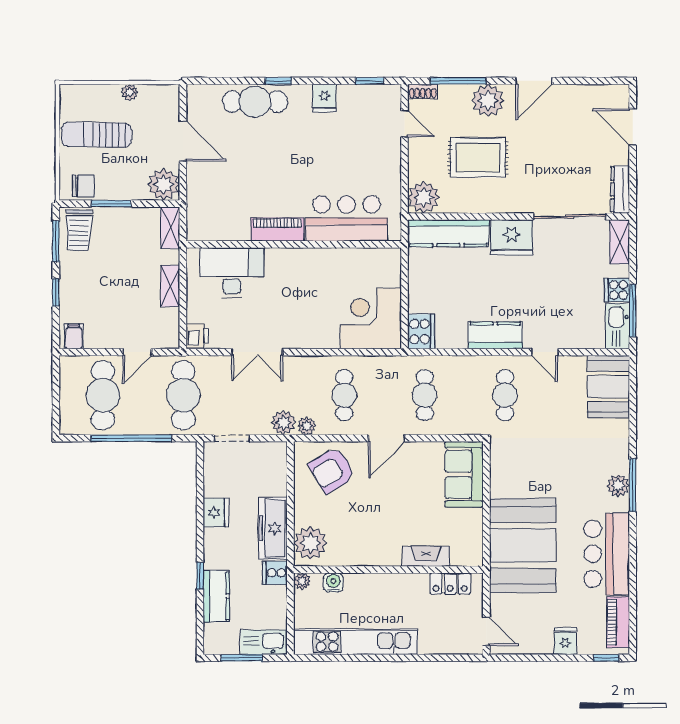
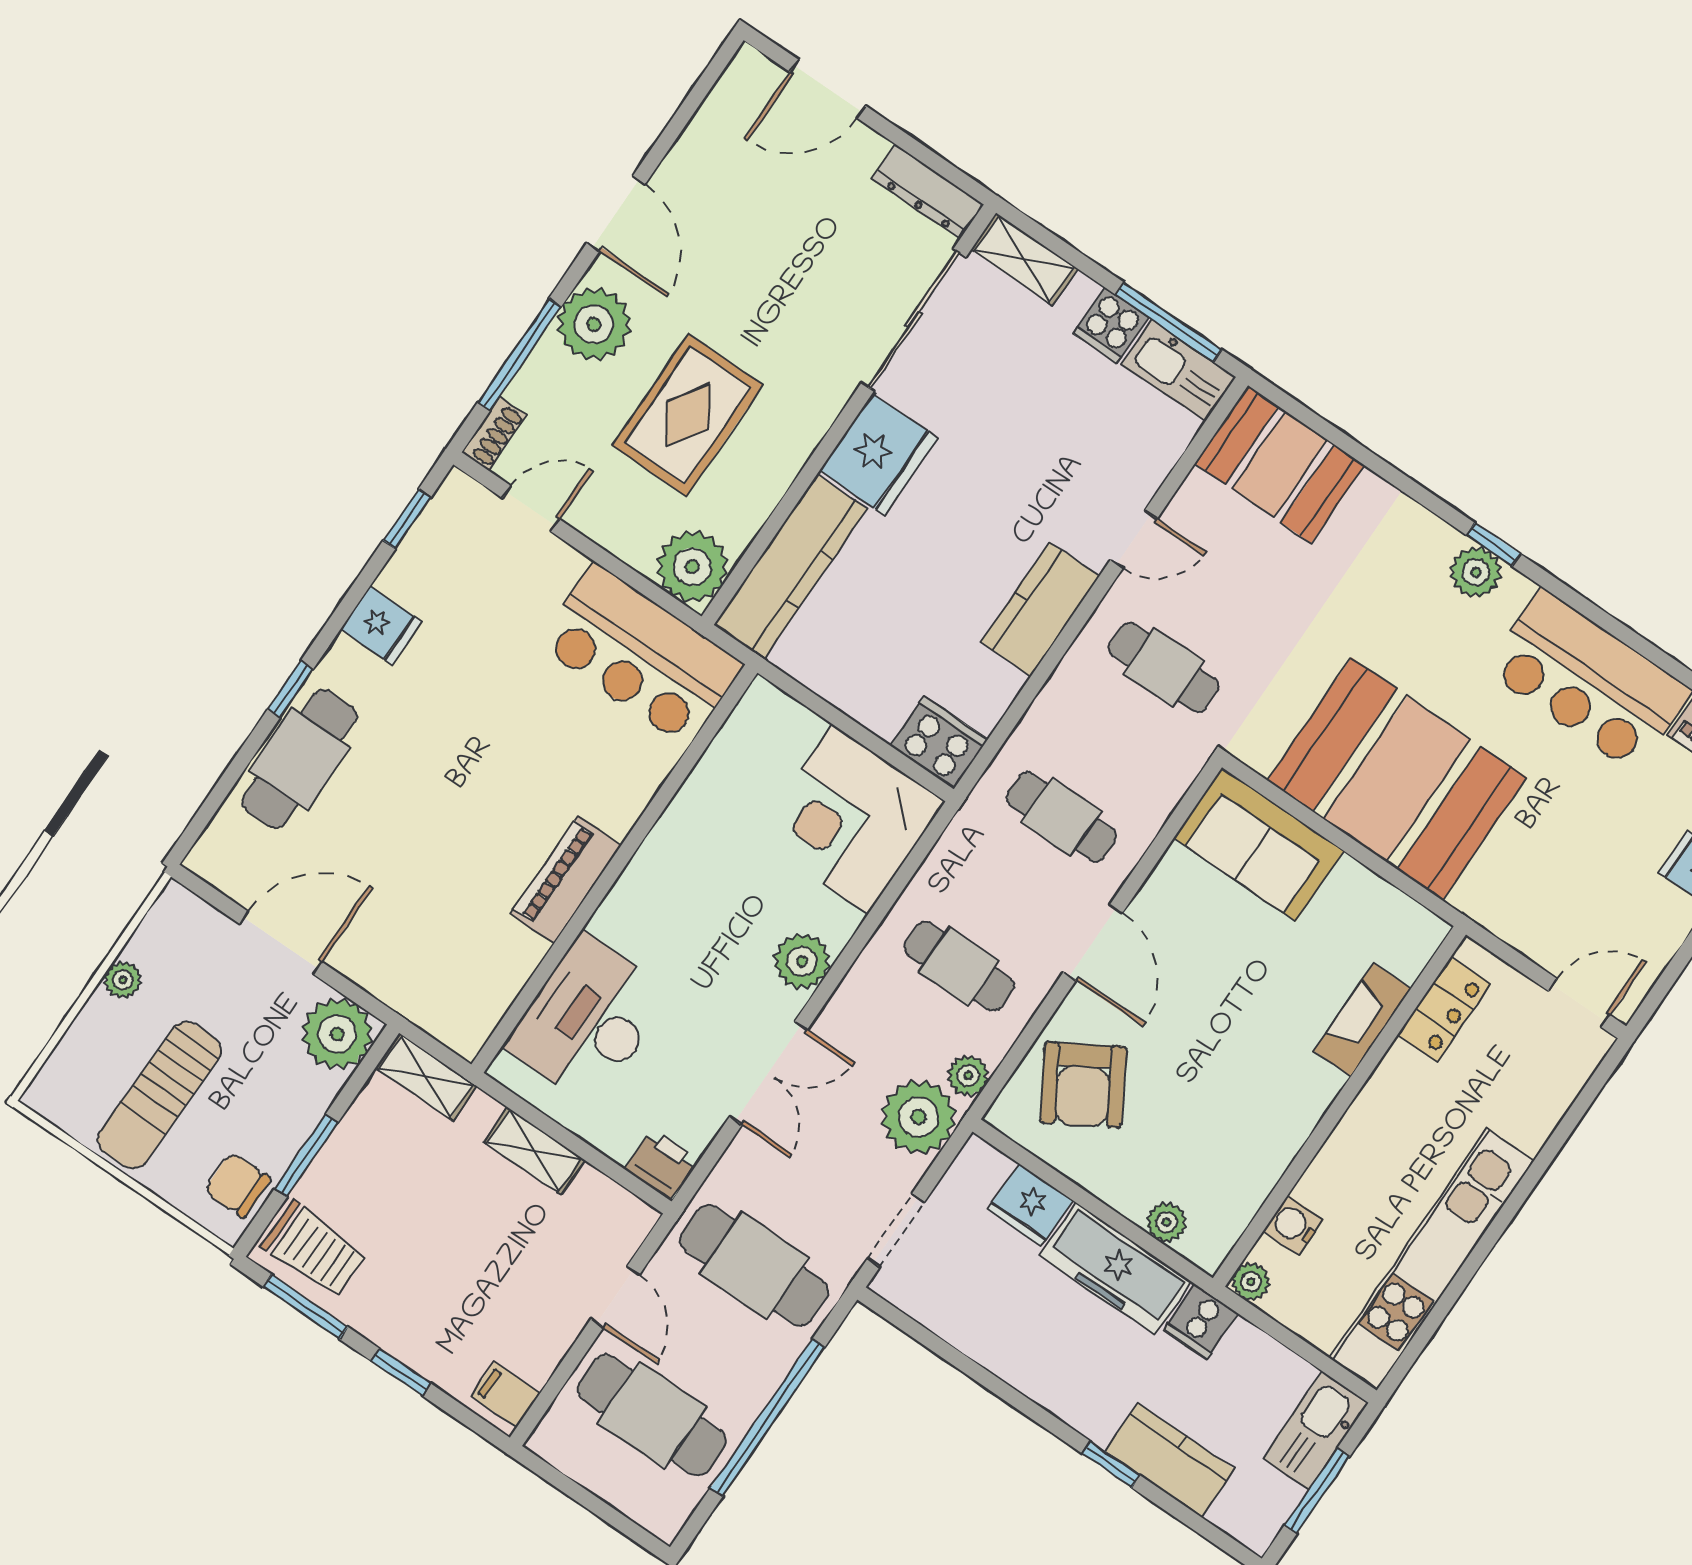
chair: (83, 186) -> (238, 1185), turned -90
bar counter: (346, 219) -> (640, 654), moved, turned -90
plant: (307, 336) -> (802, 961), added
plant: (283, 423) -> (919, 1117), width x1.36, depth x1.36
window: (633, 485) -> (1493, 544), width x0.46
fridge: (216, 513) -> (1030, 1205), moved, turned 180
plant: (310, 543) -> (1166, 1222), width x0.53, depth x0.53
booth: (523, 545) -> (1397, 779), moved

